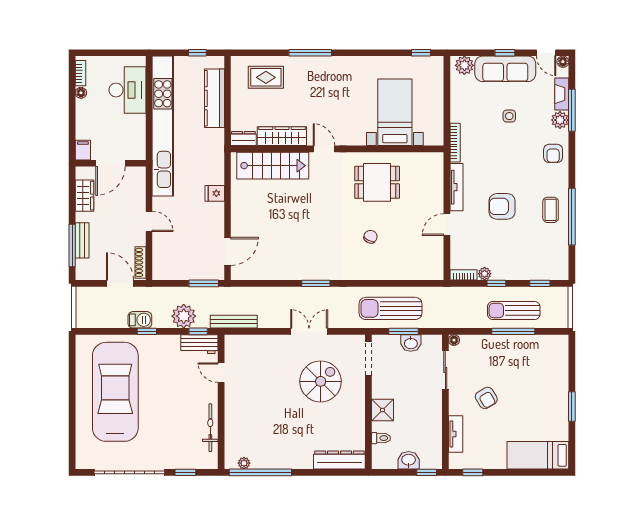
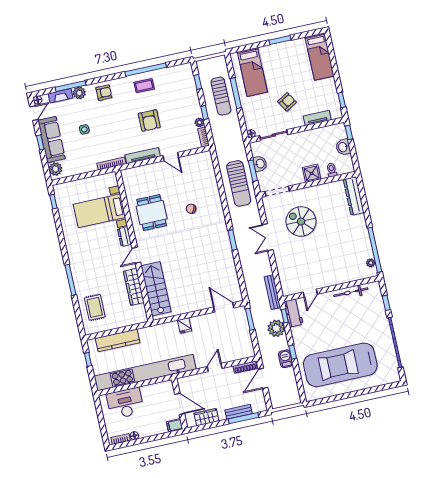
dresser: (243, 138) -> (124, 237), moved
bed: (537, 360) -> (252, 72), added

